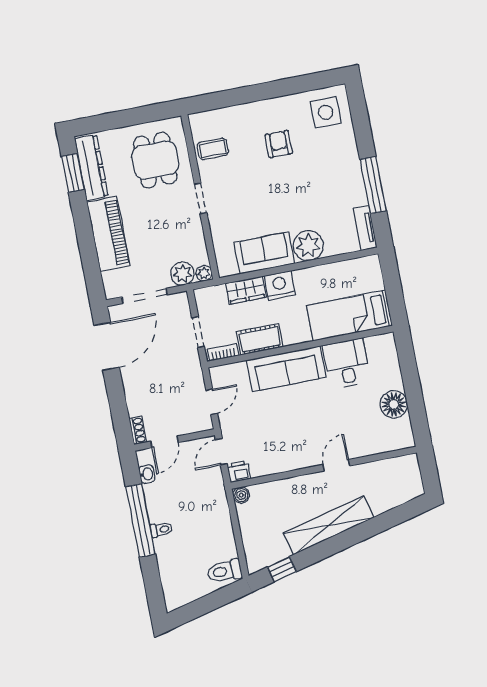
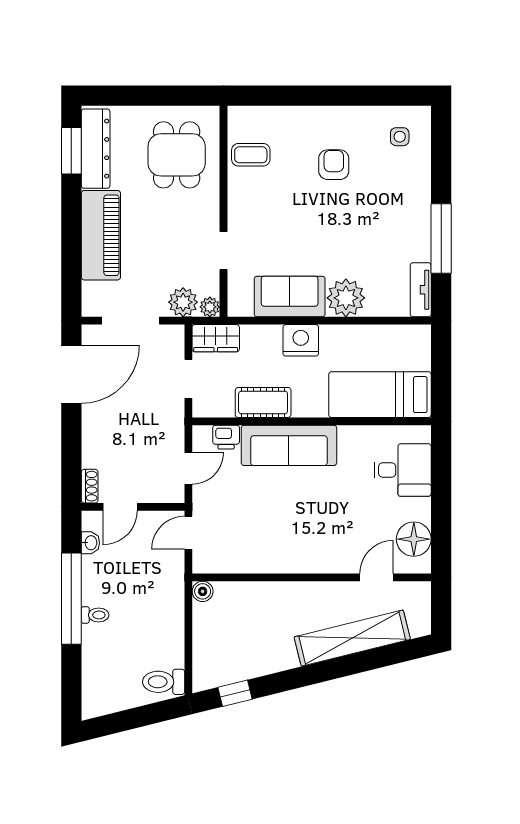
side table: (326, 112) -> (400, 137), width x0.54, depth x0.54
doorway: (200, 198) -> (224, 250), moved
wardrobe: (246, 290) -> (216, 338), moved
bookcase: (223, 352) -> (214, 410), removed
desk: (347, 364) -> (403, 470), moved, turned 90
floor lamp: (394, 404) -> (414, 539), moved
door: (336, 465) -> (377, 577), moved
printer: (239, 471) -> (226, 437), moved, turned 180
shelving: (329, 525) -> (352, 638), moved

